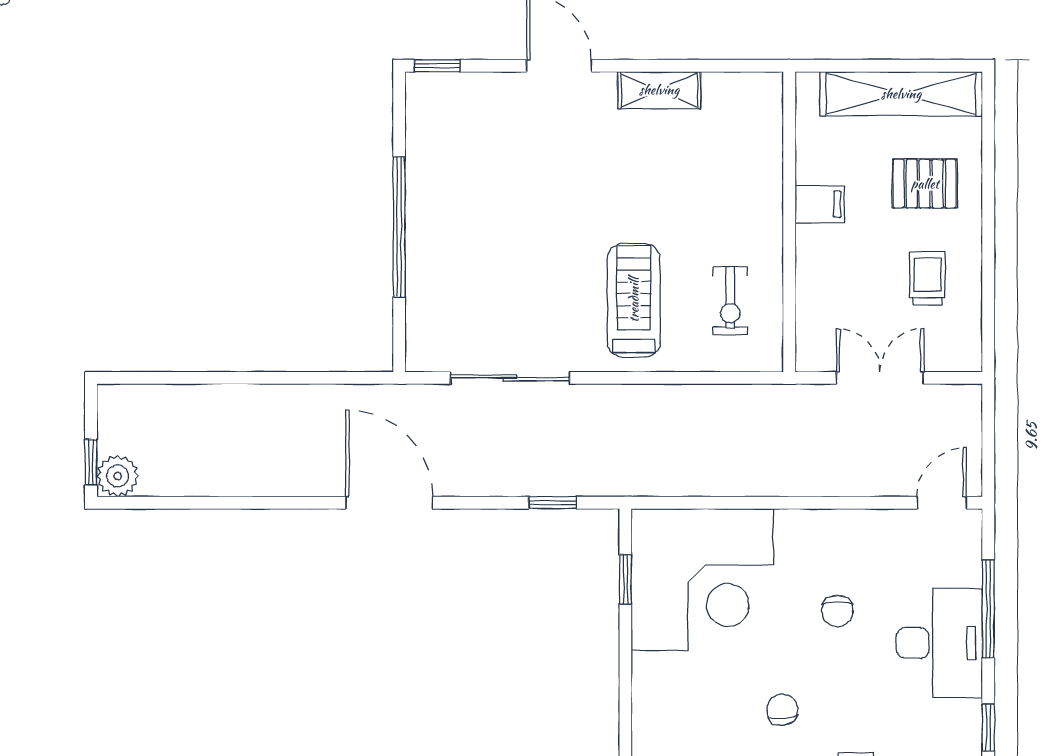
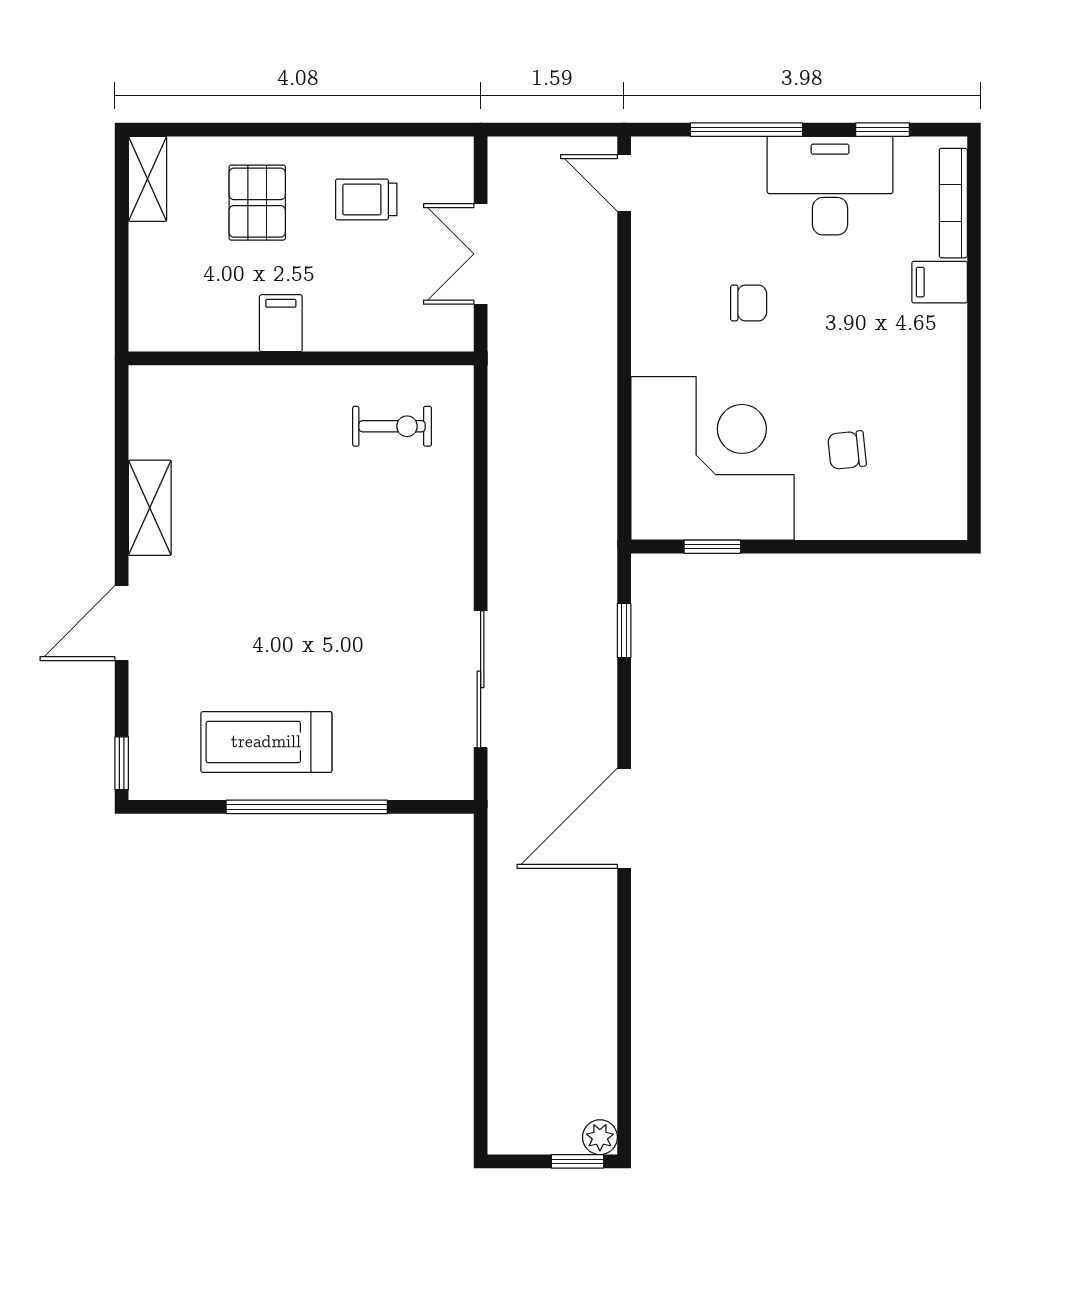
shelving: (901, 94) -> (148, 179), width x0.45, depth x0.75
treadmill: (634, 300) -> (266, 742), moved
plant: (118, 476) -> (600, 1137), width x0.73, depth x0.73
desk: (939, 643) -> (830, 186), moved
chair: (782, 709) -> (847, 450), moved

